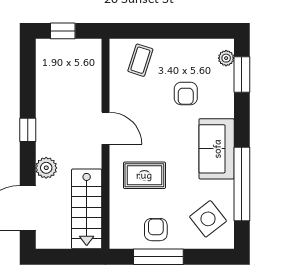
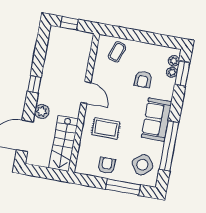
plant: (226, 75) -> (172, 72), added
window: (158, 257) -> (123, 187), moved

